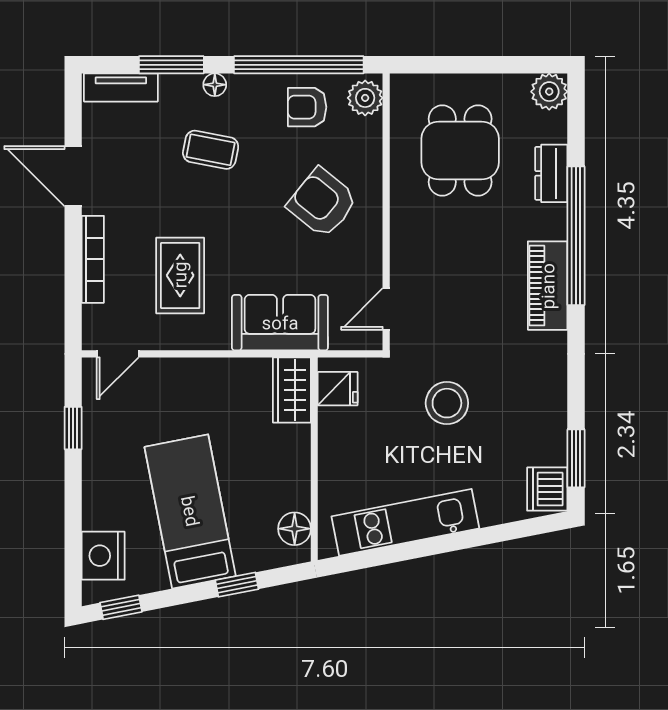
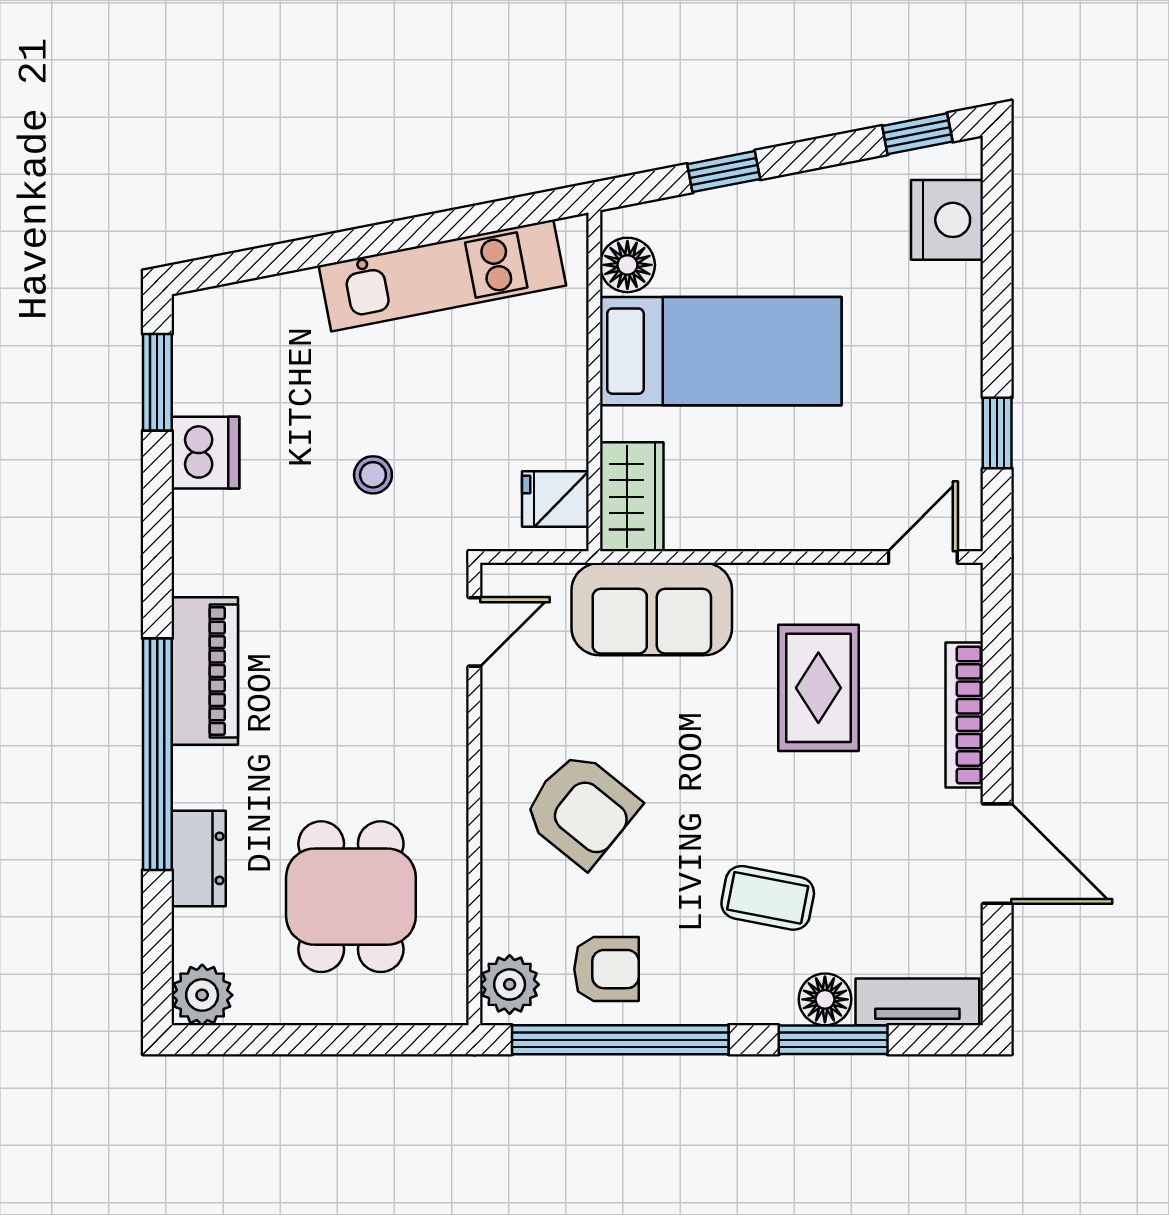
floor lamp: (215, 85) -> (825, 999), moved, width x1.37, depth x1.37
stool: (447, 403) -> (373, 475), width x0.53, depth x0.53
dishwasher: (547, 489) -> (205, 453), moved
bed: (190, 511) -> (721, 351), moved, turned -79

